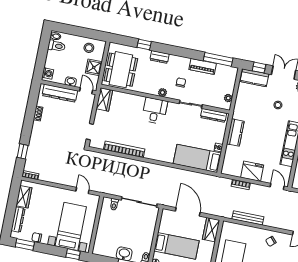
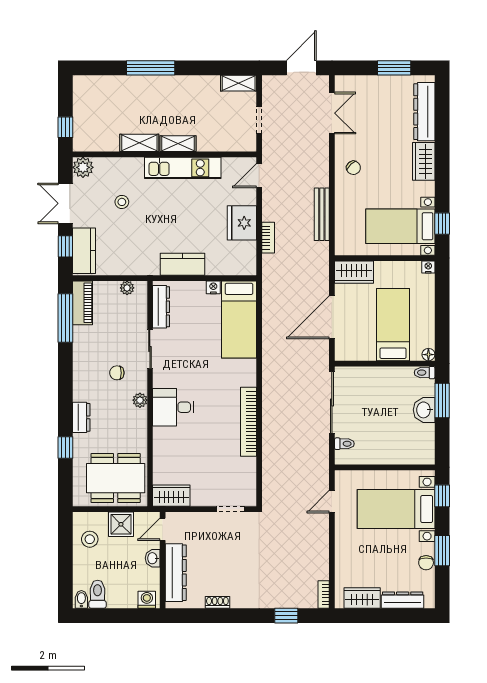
piano: (203, 66) -> (82, 303), moved
bookcase: (124, 149) -> (249, 422), moved
window: (25, 244) -> (442, 551), moved

